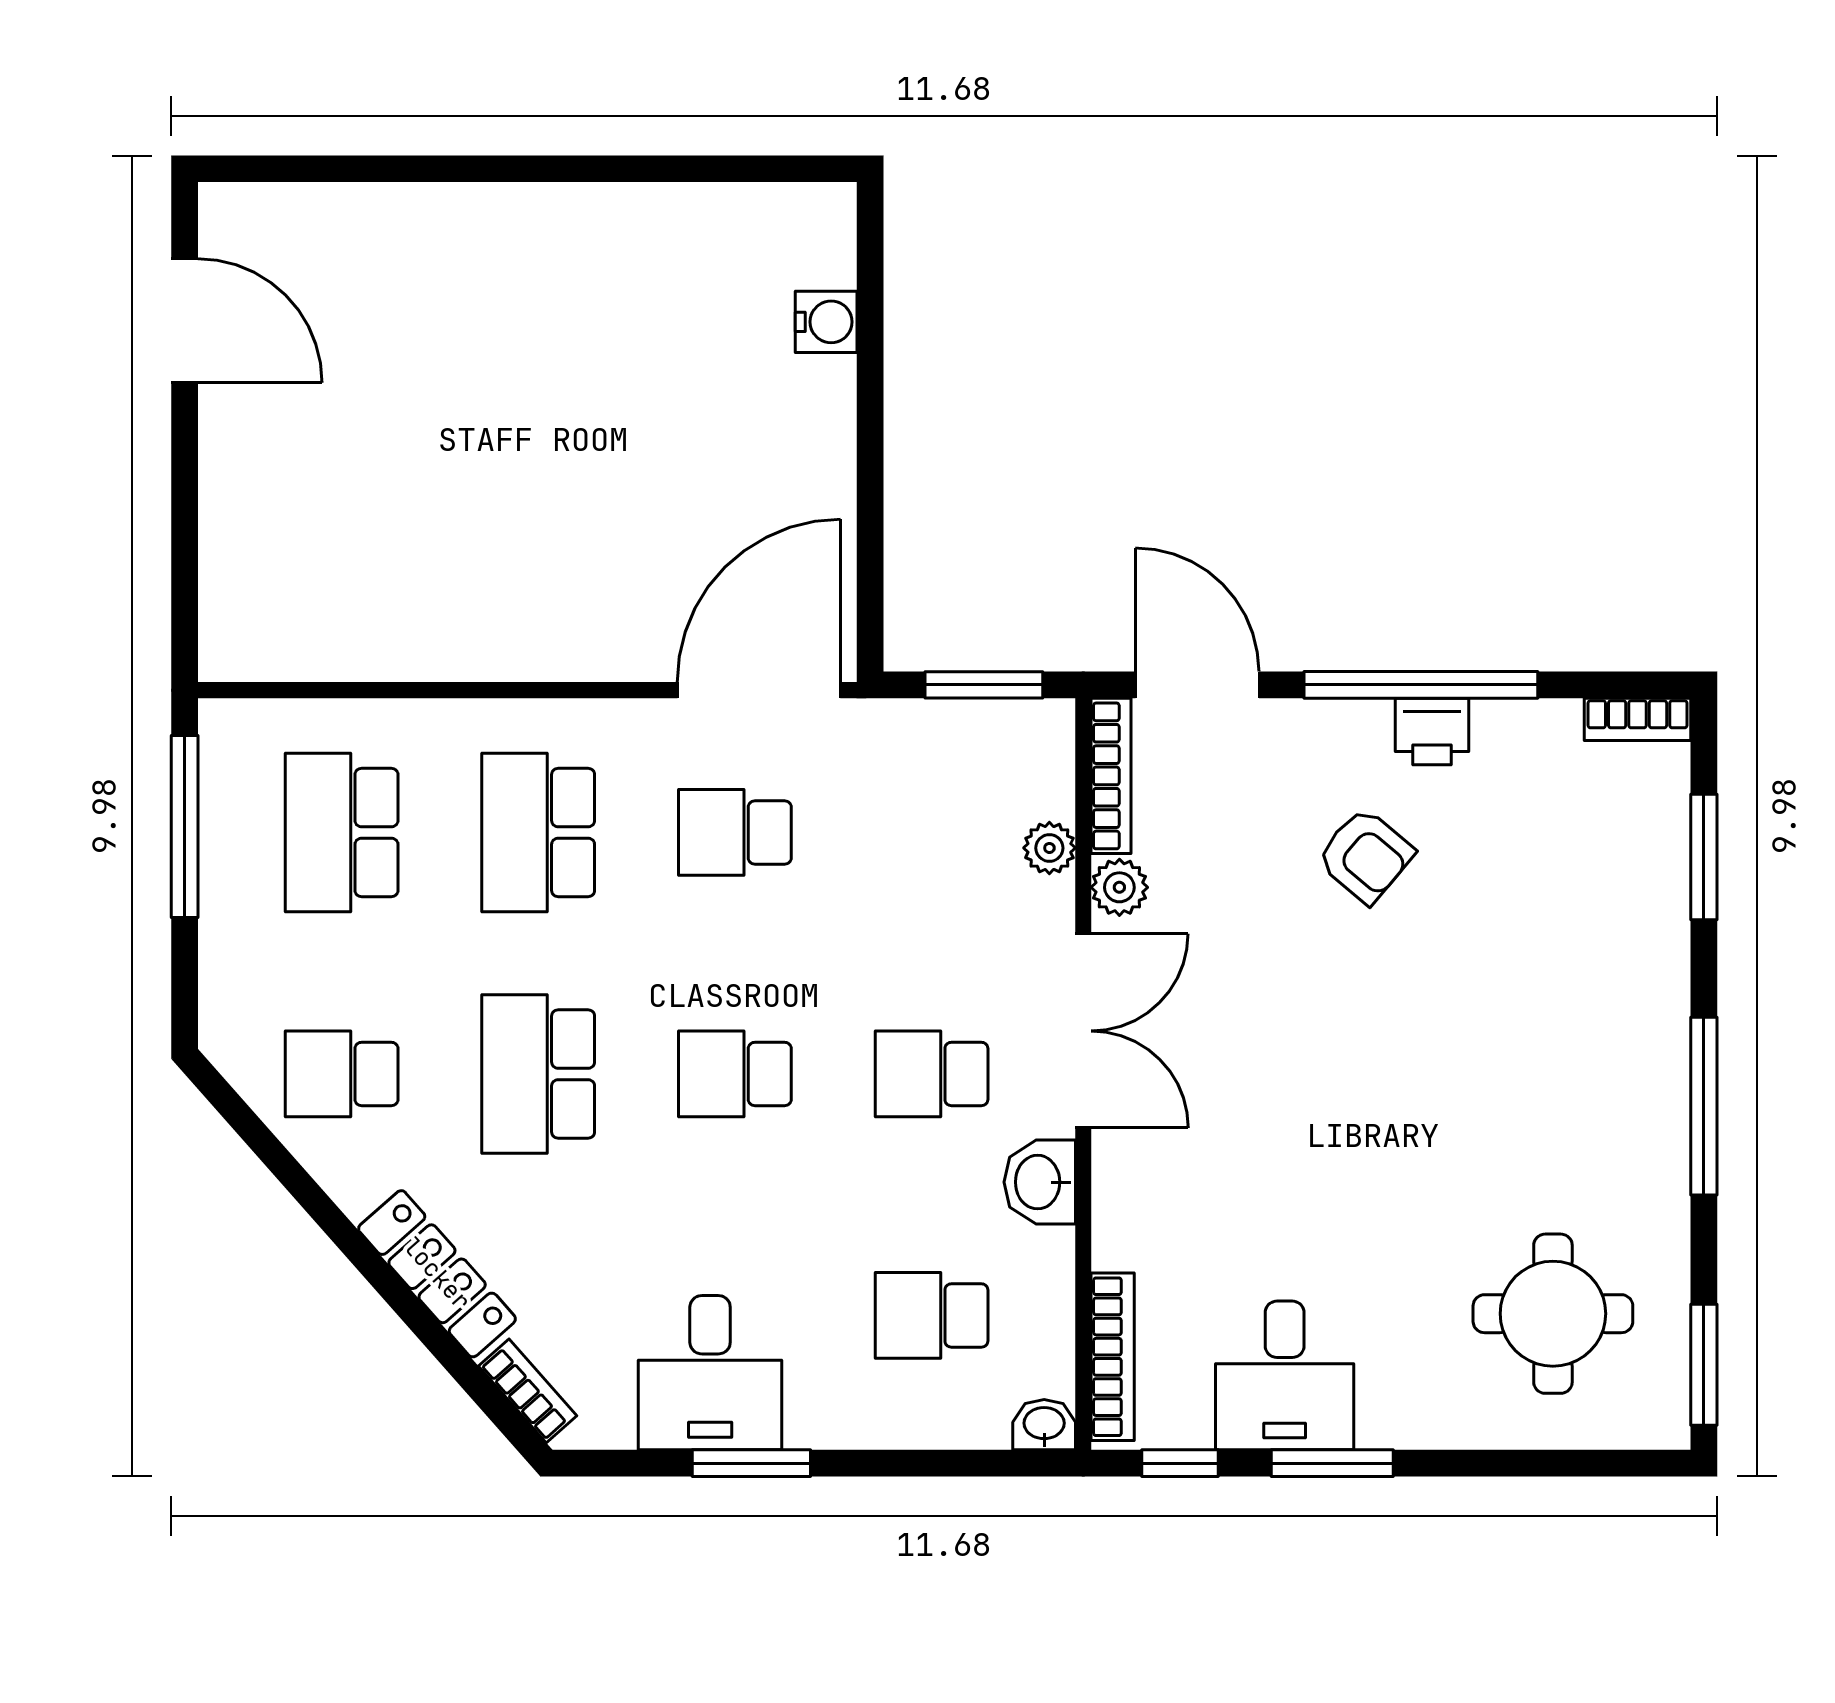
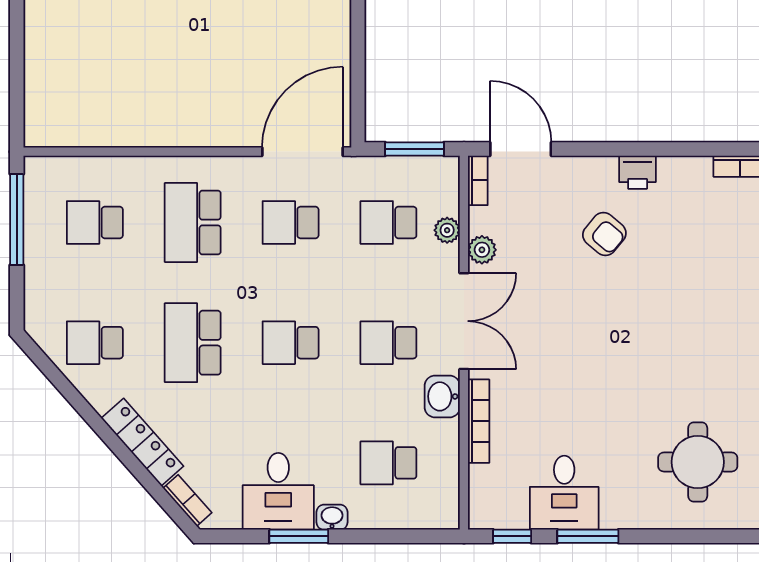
window: (1421, 685) -> (632, 149), removed
bookcase: (1111, 776) -> (478, 180), width x0.64
school desk: (342, 832) -> (95, 222), width x0.54
school desk: (932, 832) -> (388, 222), added
bookcase: (1113, 1357) -> (479, 421), moved
washbasin: (1044, 1425) -> (332, 517), moved

